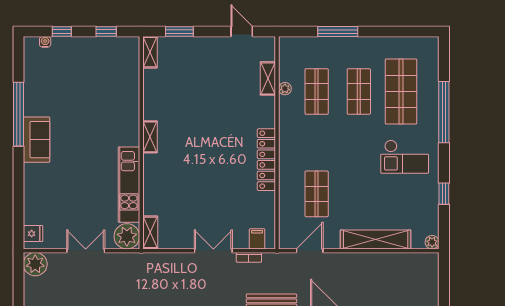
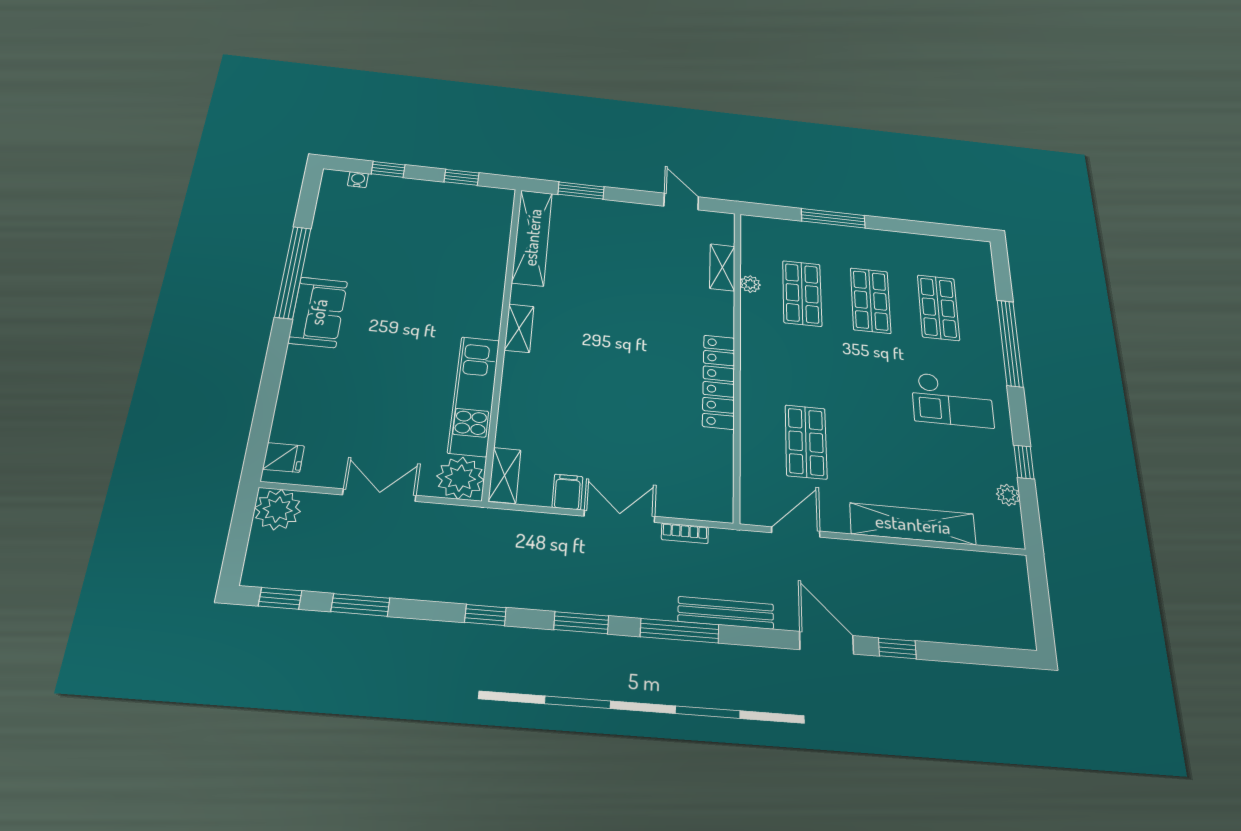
shelving: (150, 52) -> (532, 237), width x2.20, depth x1.33
shop shelf: (401, 91) -> (938, 308), width x0.70, depth x0.74
filing cabinet: (257, 239) -> (567, 492), moved
plant: (432, 242) -> (1008, 495), moved

